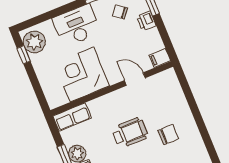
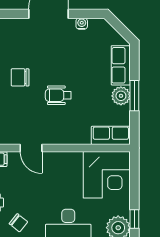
corner desk: (82, 74) -> (107, 175), moved
wheelchair: (130, 133) -> (58, 95), width x0.73, depth x0.73

